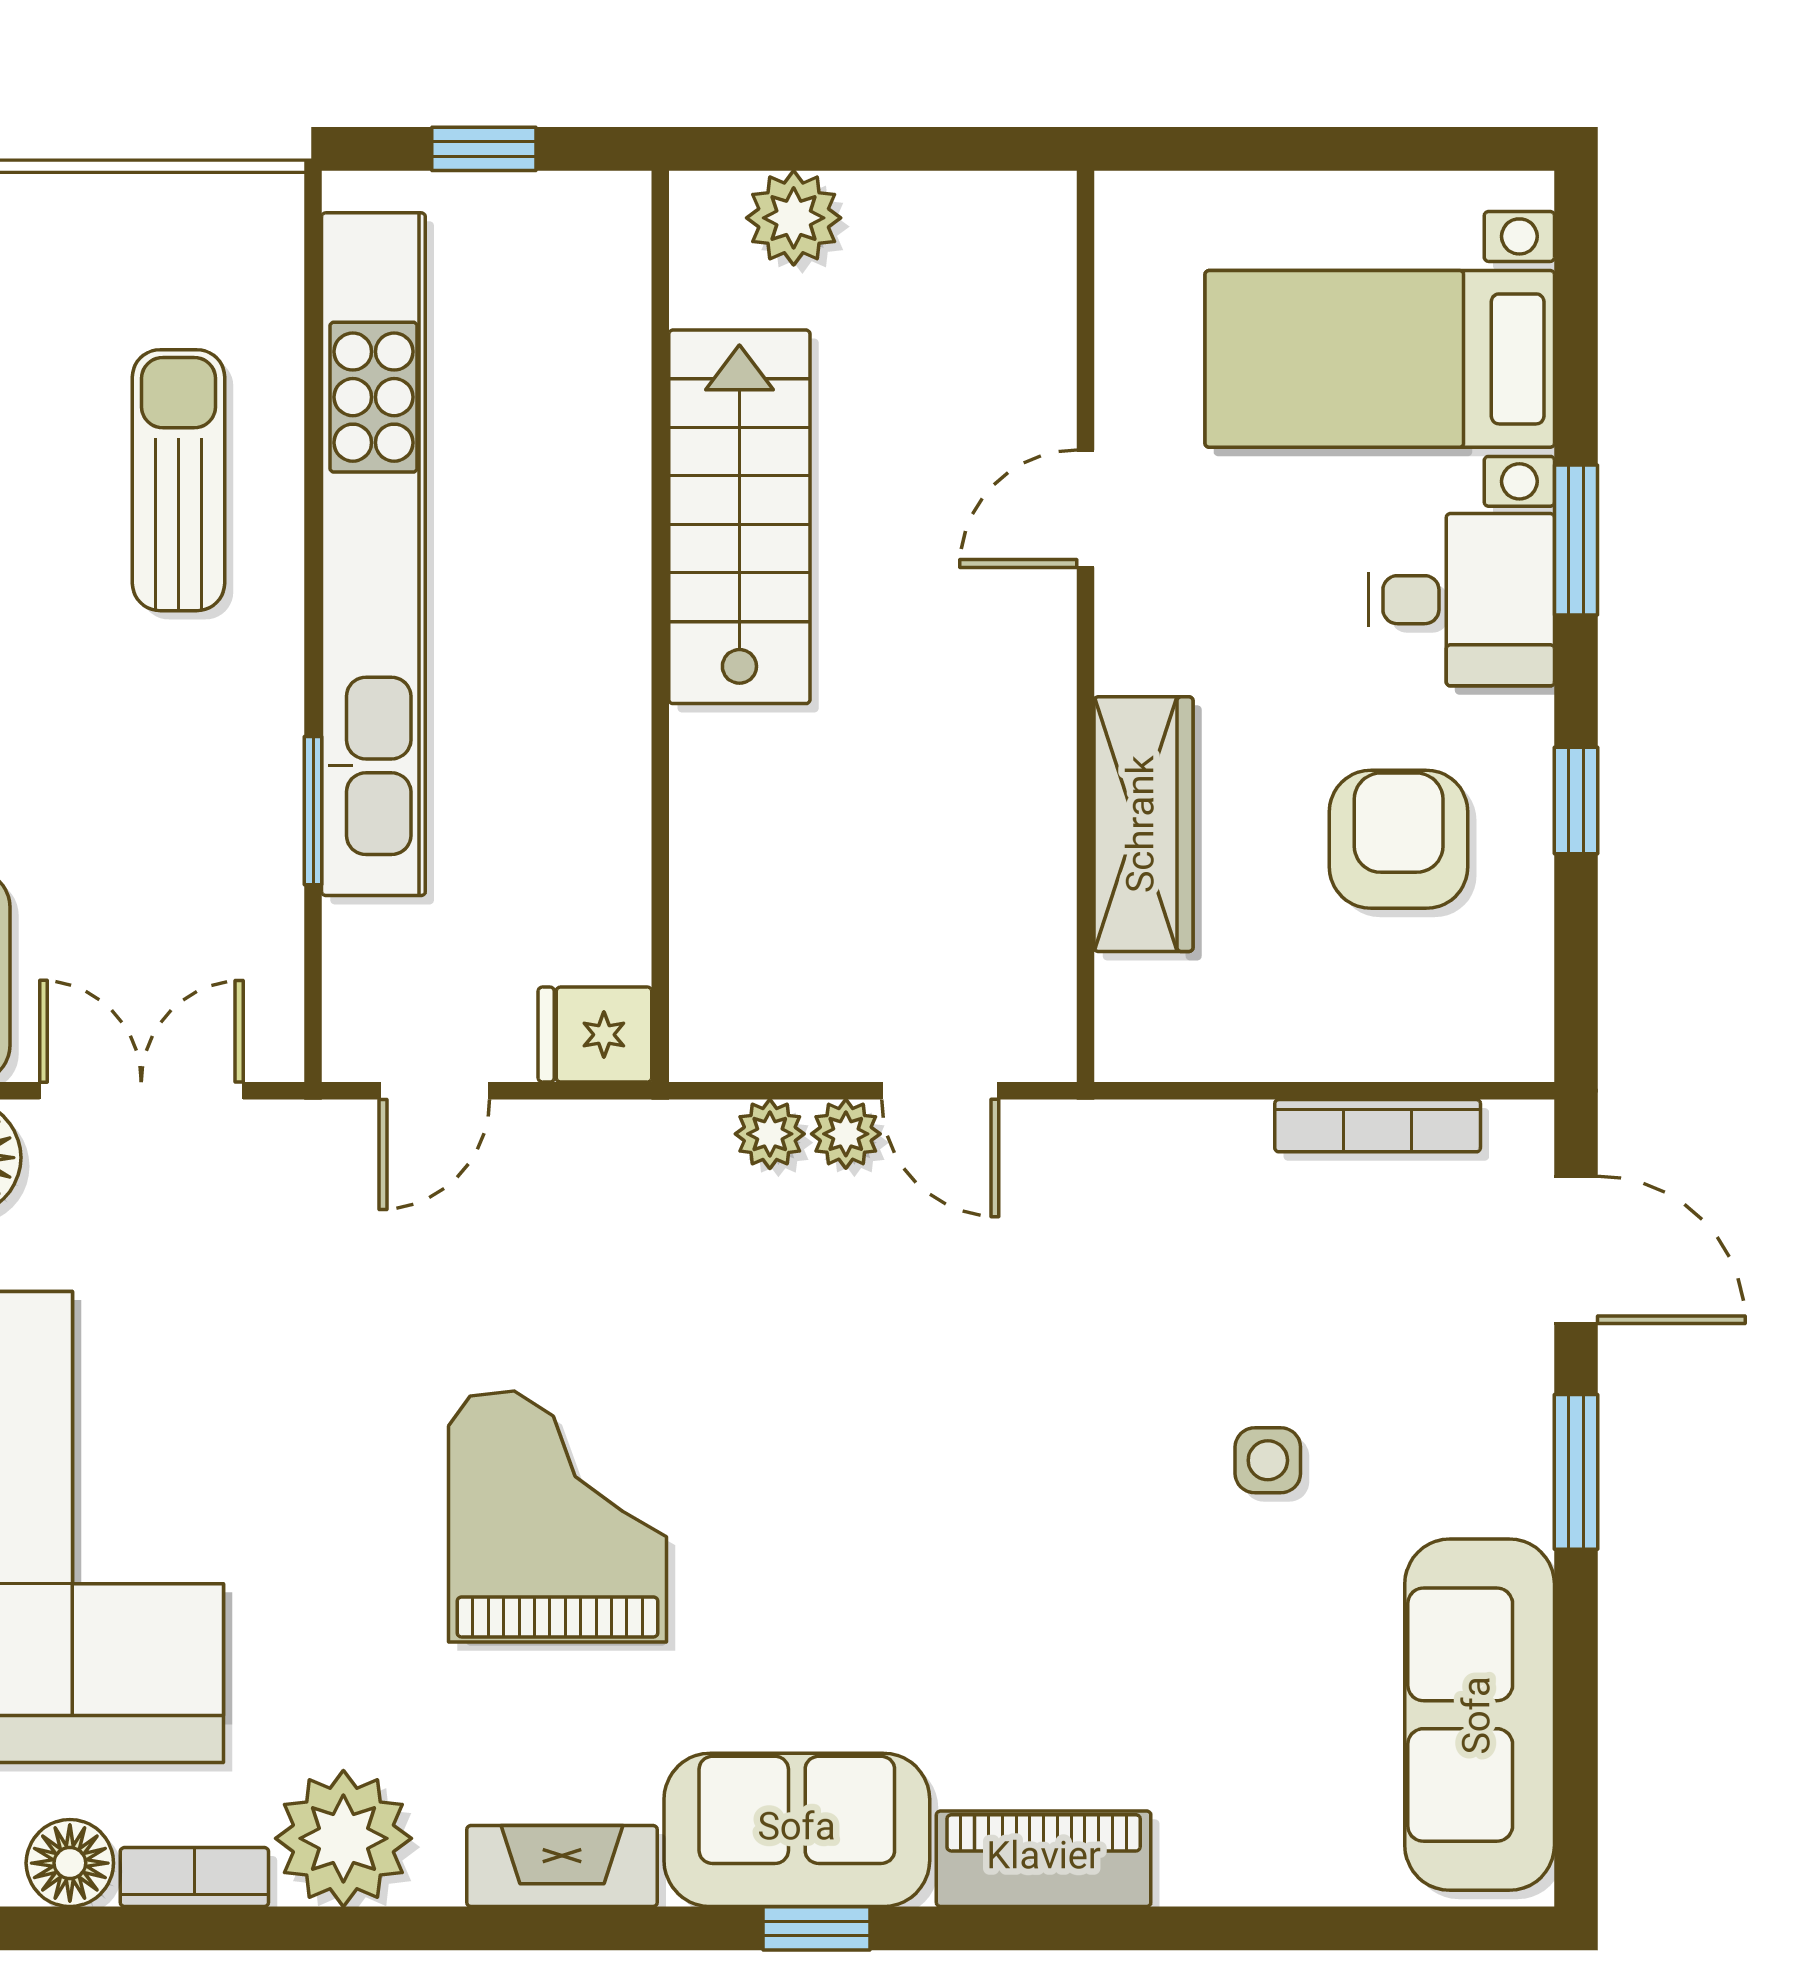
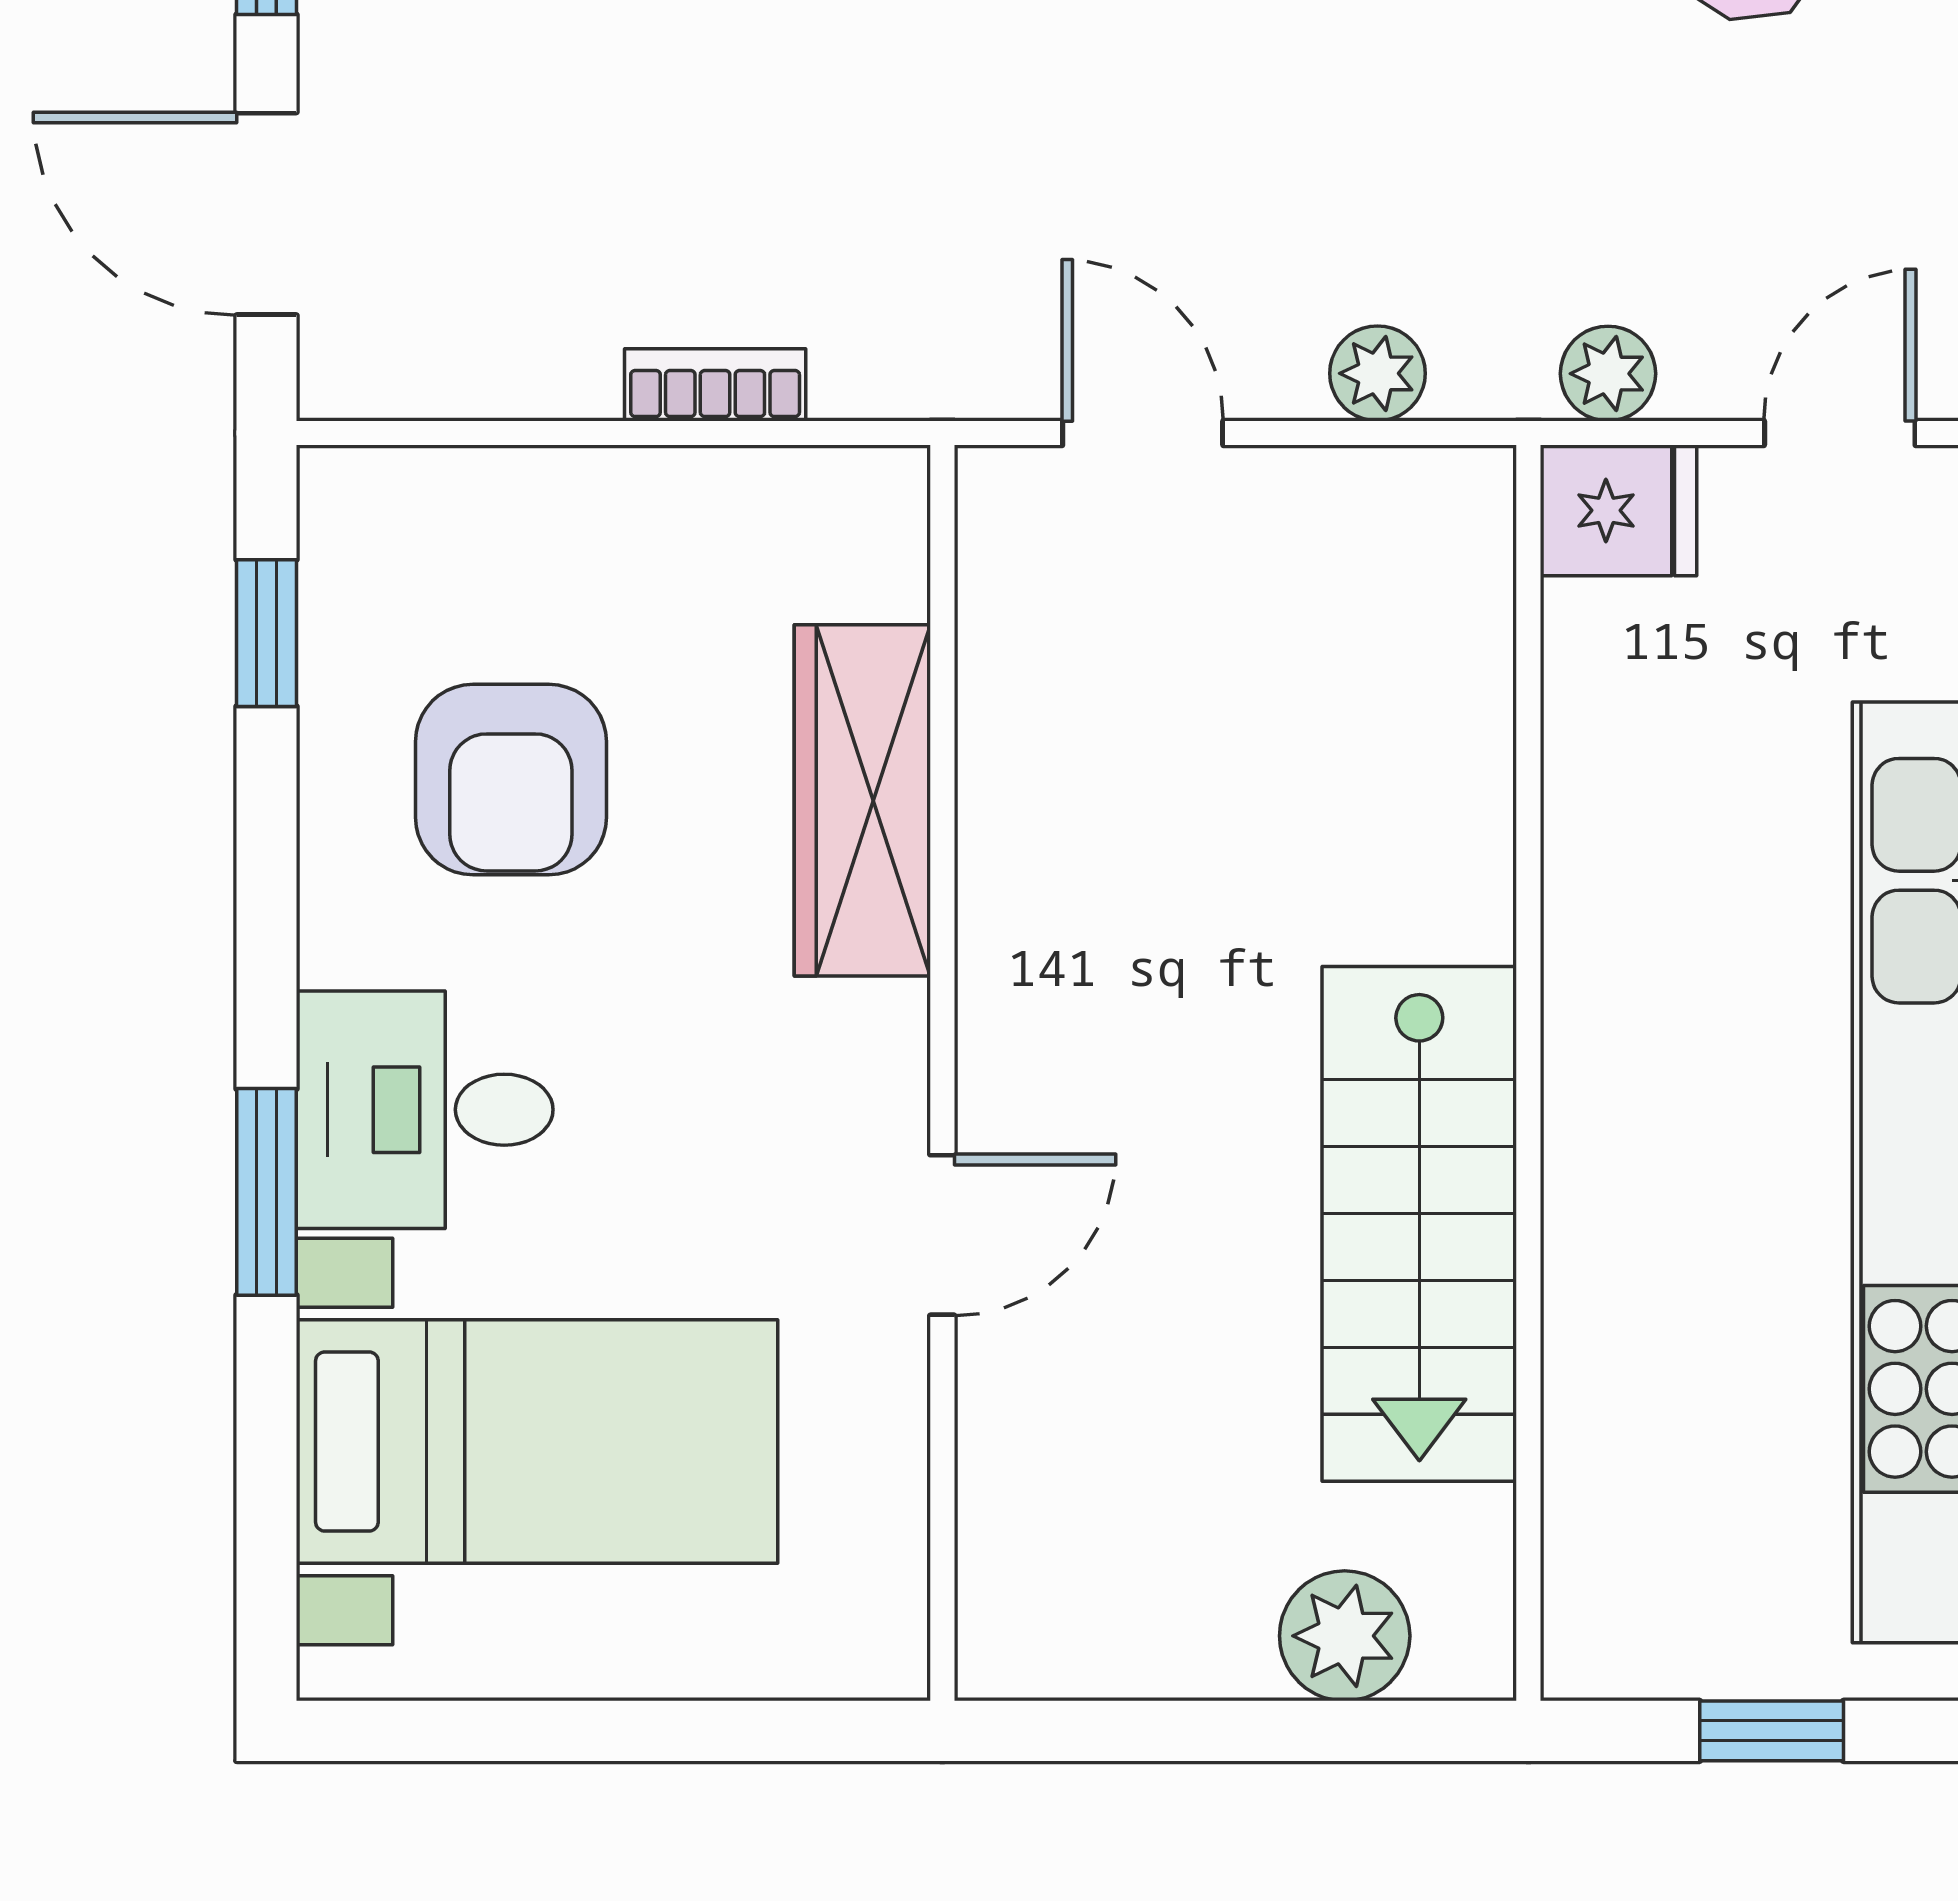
window: (1576, 800) -> (266, 633), moved
bookcase: (1378, 1126) -> (715, 385), moved, width x0.64
plant: (846, 1134) -> (1608, 374), moved

